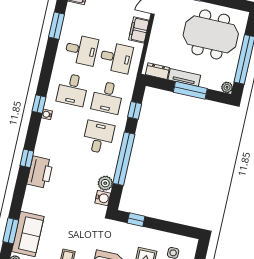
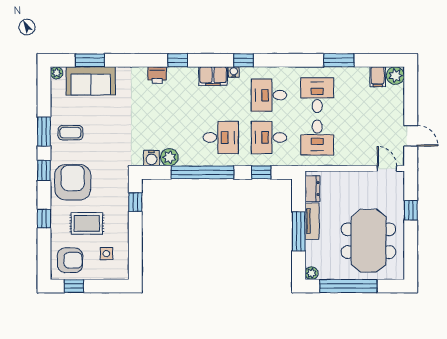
filing cabinet: (139, 30) -> (213, 76), moved, turned 180
desk: (81, 50) -> (317, 95), turned 180
printer: (40, 172) -> (157, 75), width x0.53, depth x0.68

